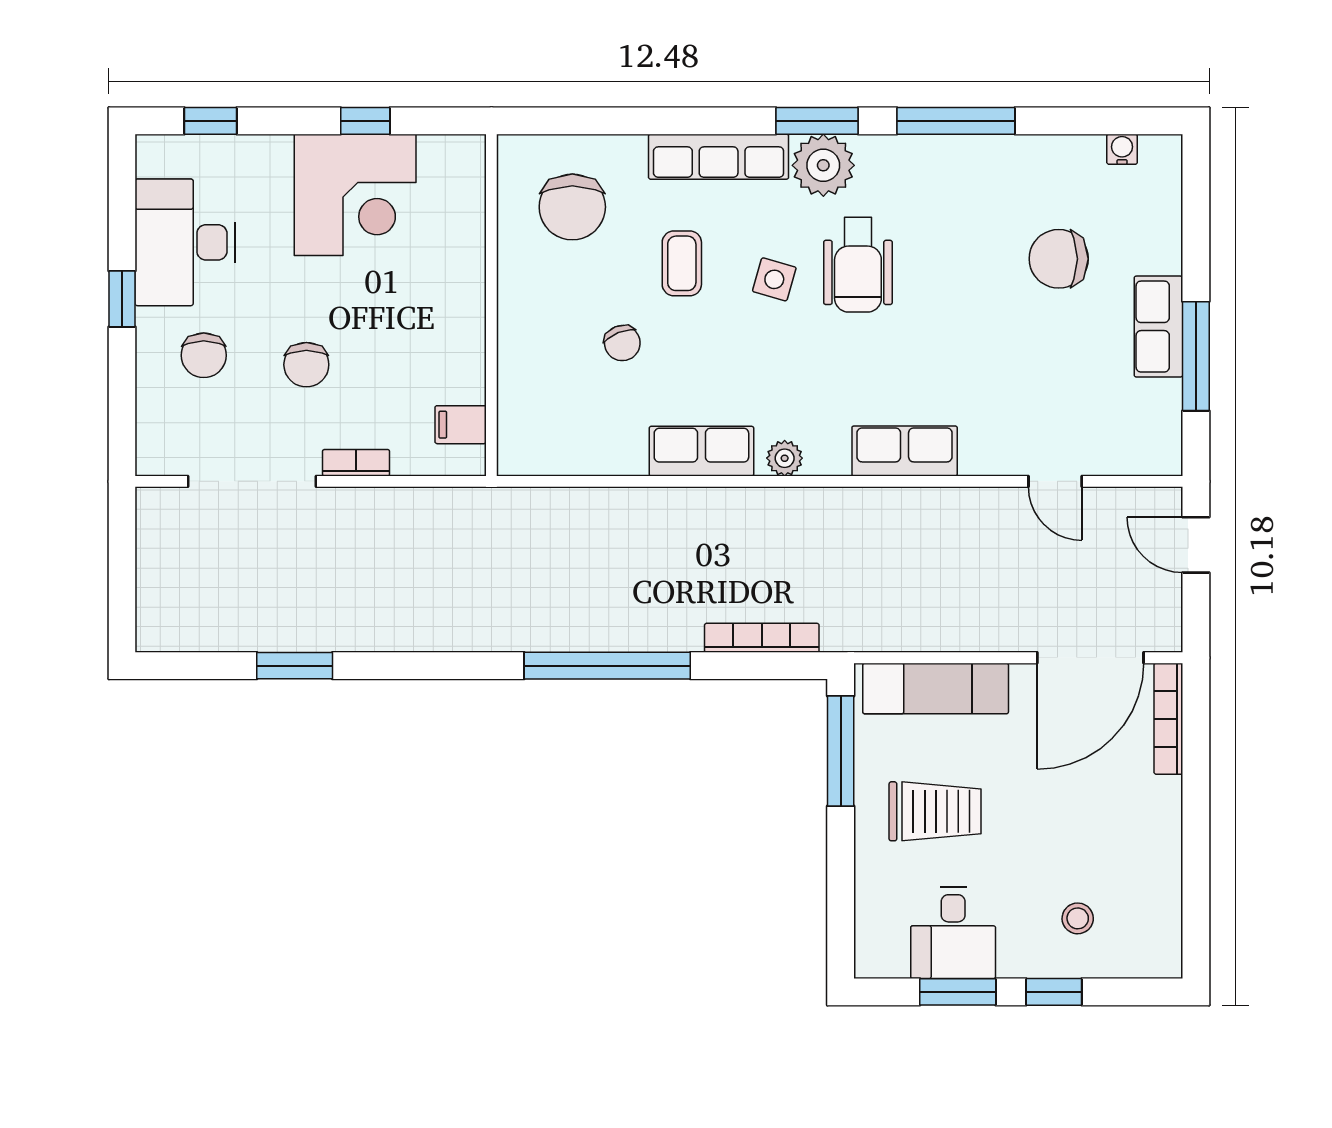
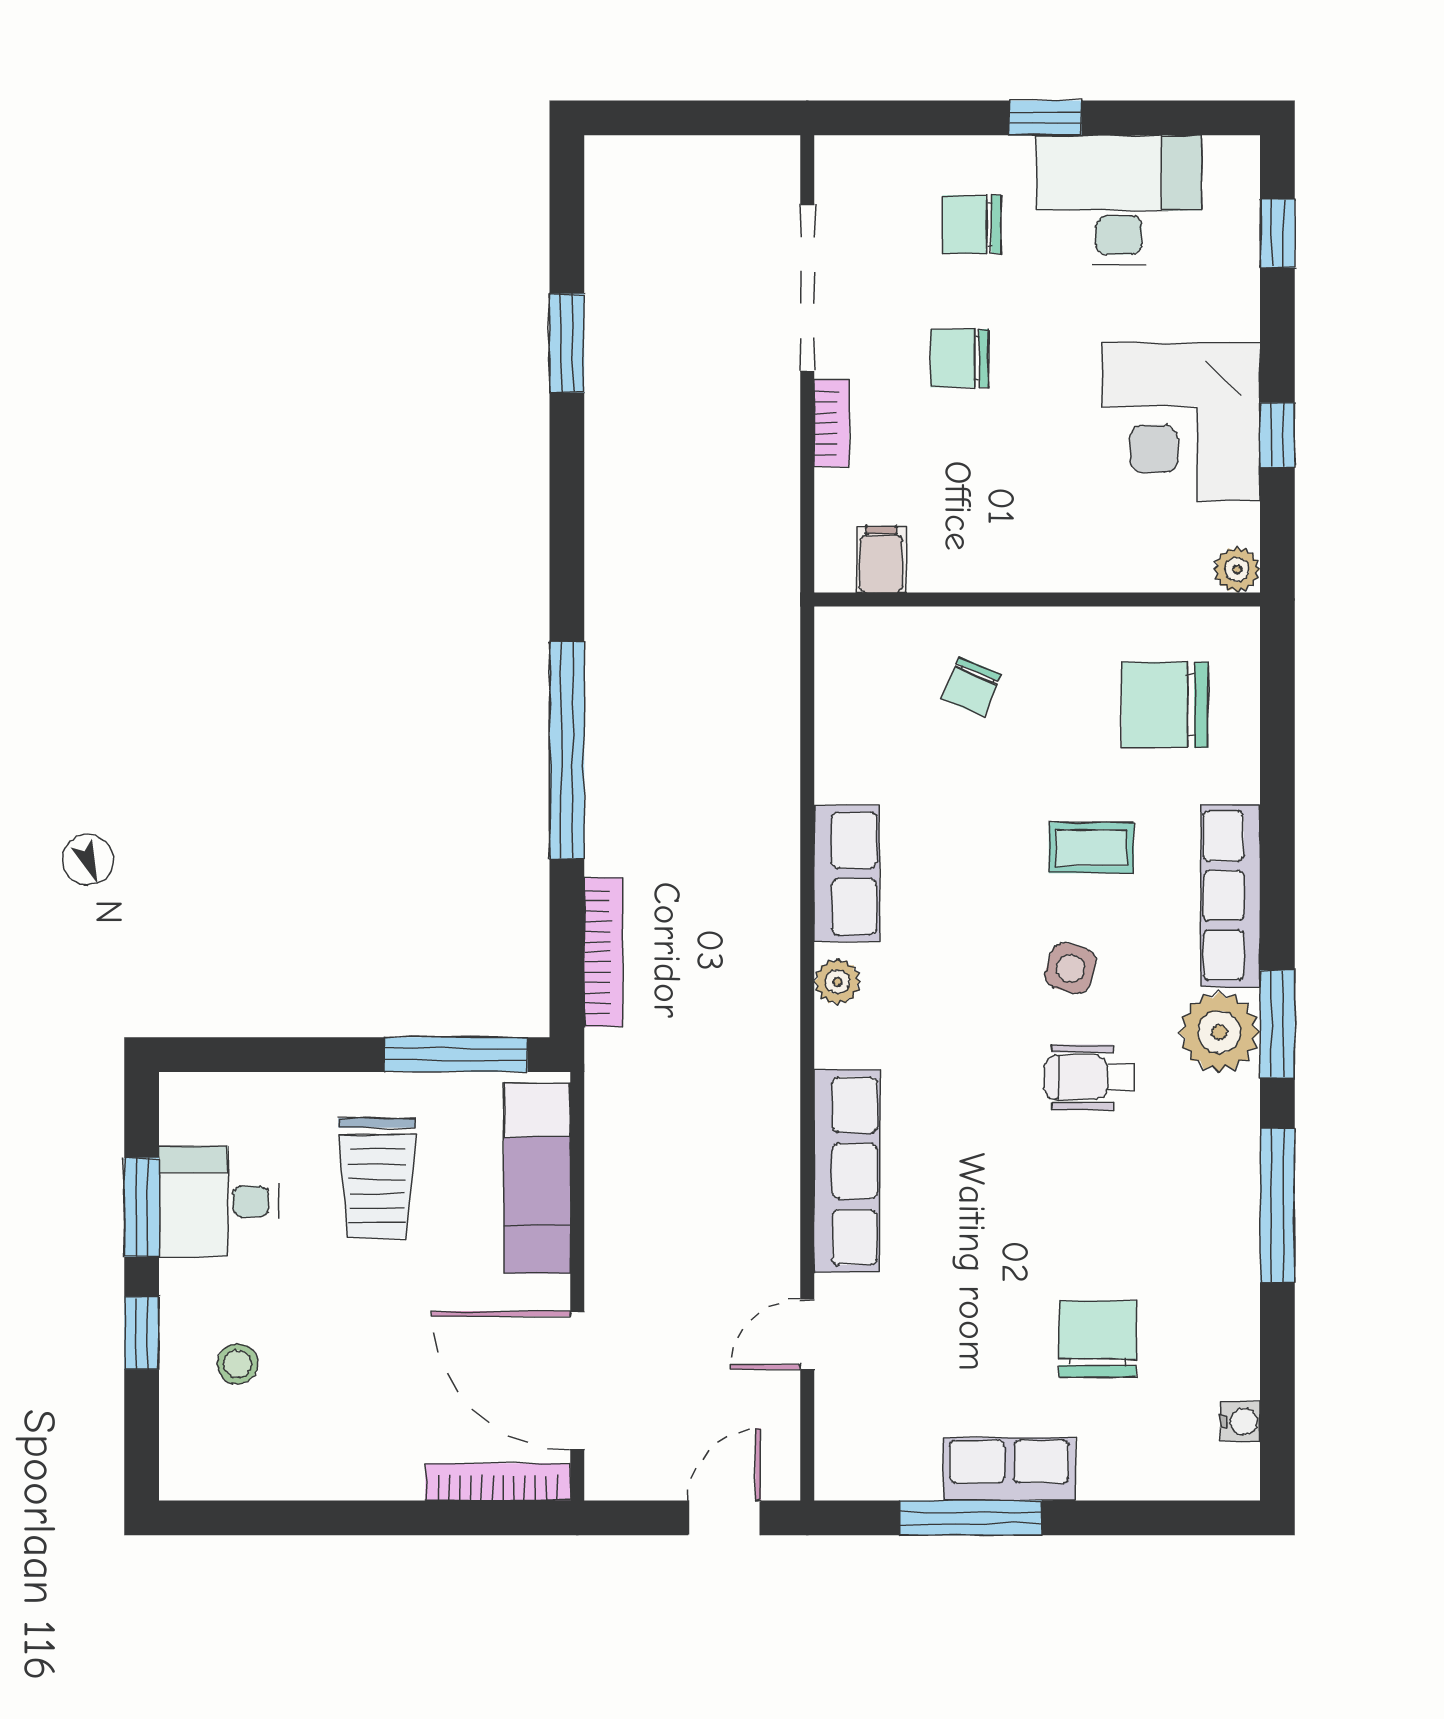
plant: (468, 152) -> (1237, 569), added
wheelchair: (858, 265) -> (1090, 1077), width x0.73, depth x0.73
chair: (622, 343) -> (972, 687), moved, turned -45
row of seats: (905, 451) -> (847, 1171), width x1.48

